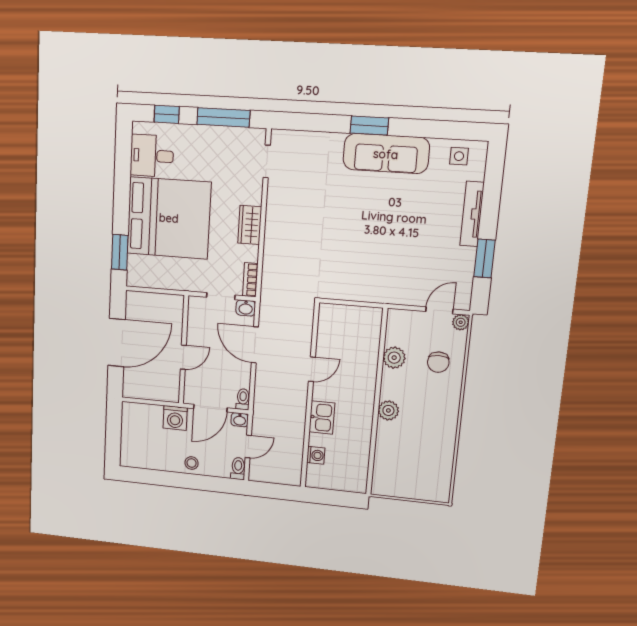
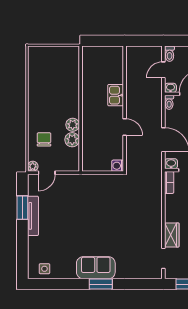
sofa: (386, 154) -> (96, 268), width x0.73
tv unit: (472, 214) -> (33, 216), moved
wardrobe: (250, 225) -> (172, 235), moved
door: (312, 369) -> (125, 127), swing flipped
plant: (388, 410) -> (73, 125), moved
washing machine: (316, 455) -> (118, 166), moved

